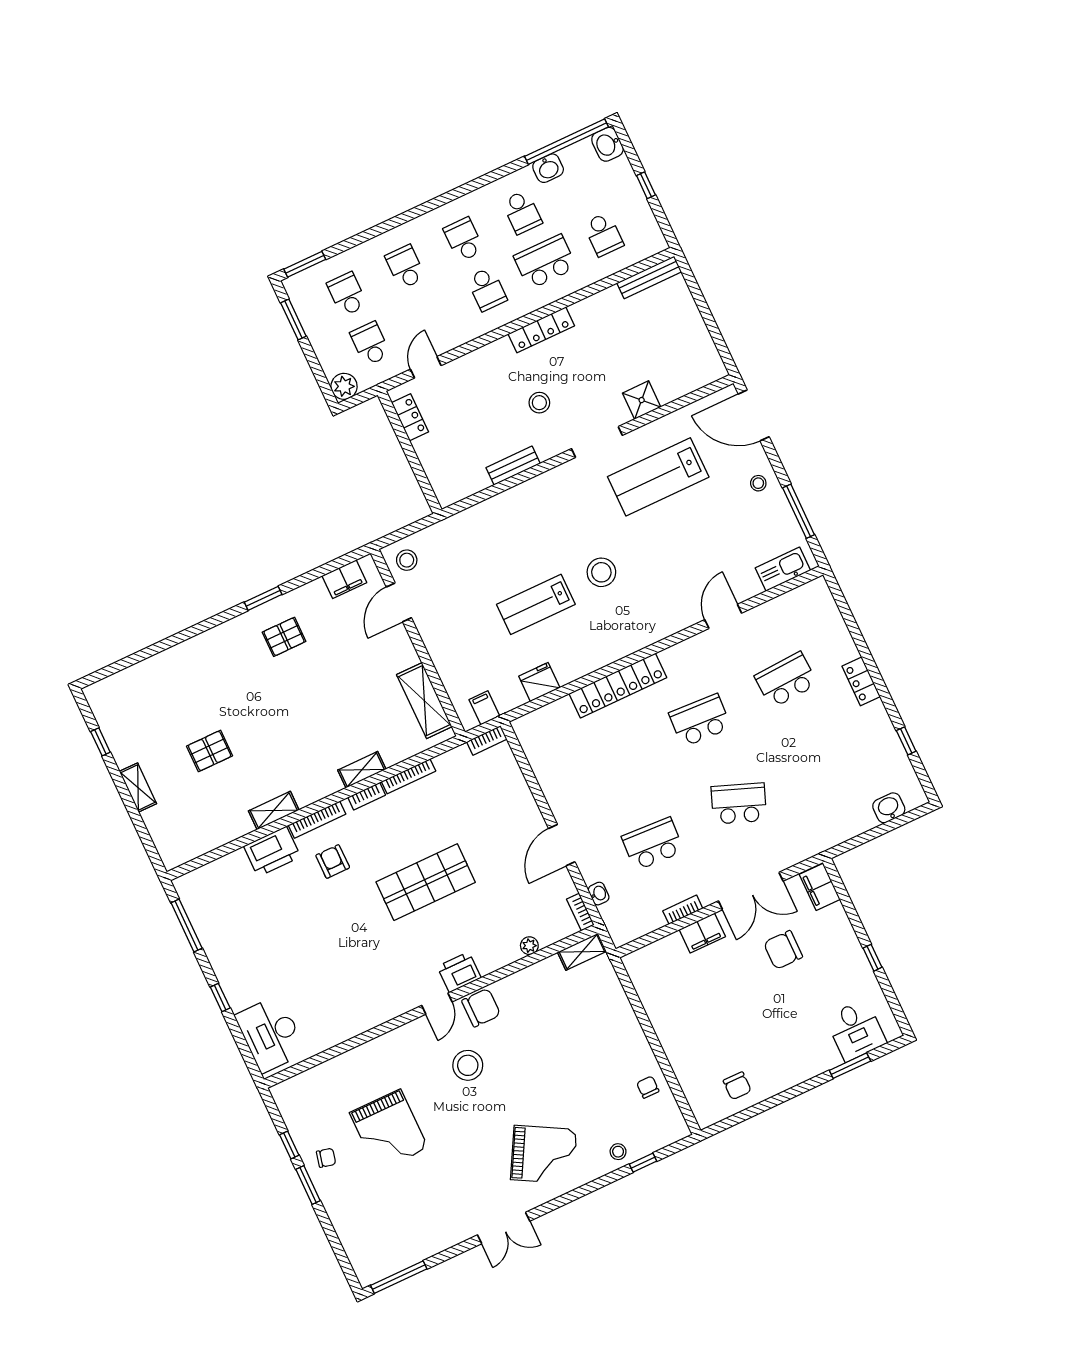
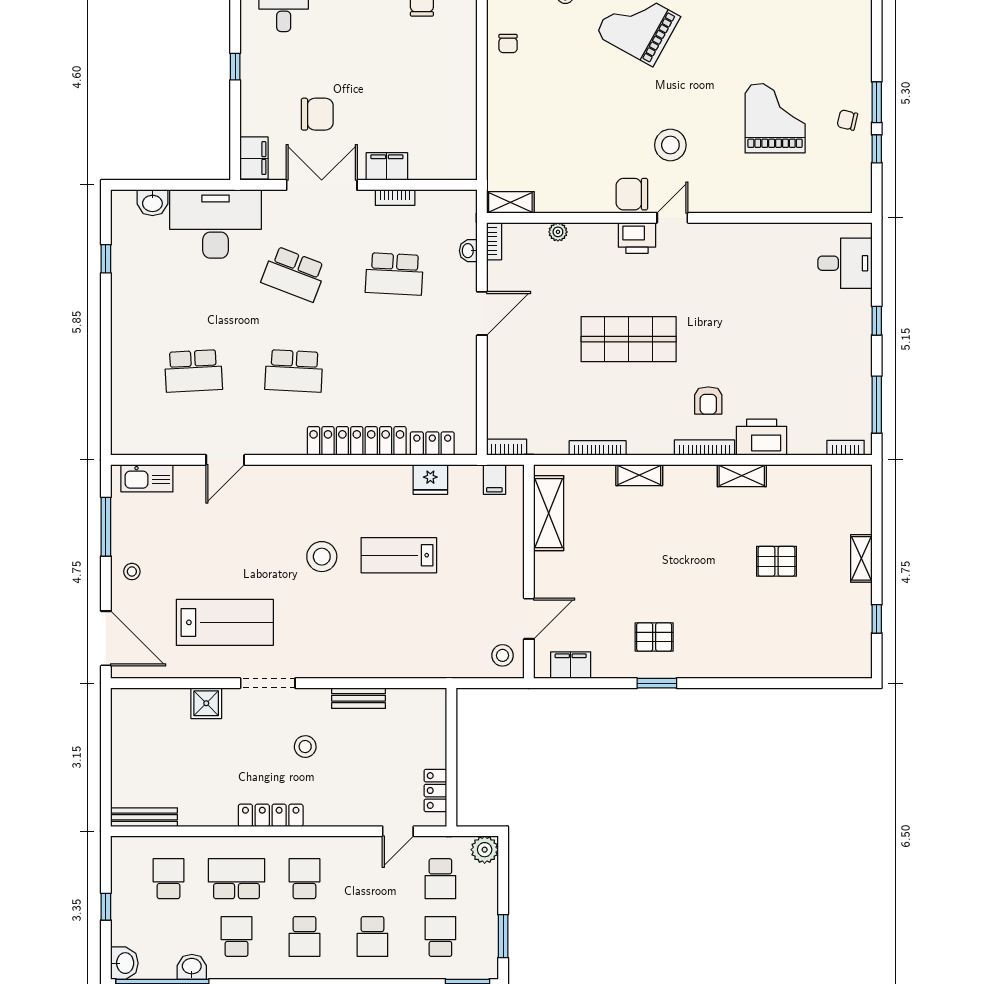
school desk: (545, 262) -> (236, 879), turned 180
school desk: (347, 294) -> (440, 936), turned 180
lab bench: (536, 604) -> (399, 555), turned 180
locker: (861, 681) -> (432, 443), moved, turned -90
bookcase: (367, 796) -> (846, 448), moved
desk: (826, 815) -> (216, 224), added
desk: (271, 1034) -> (845, 263), width x0.73

